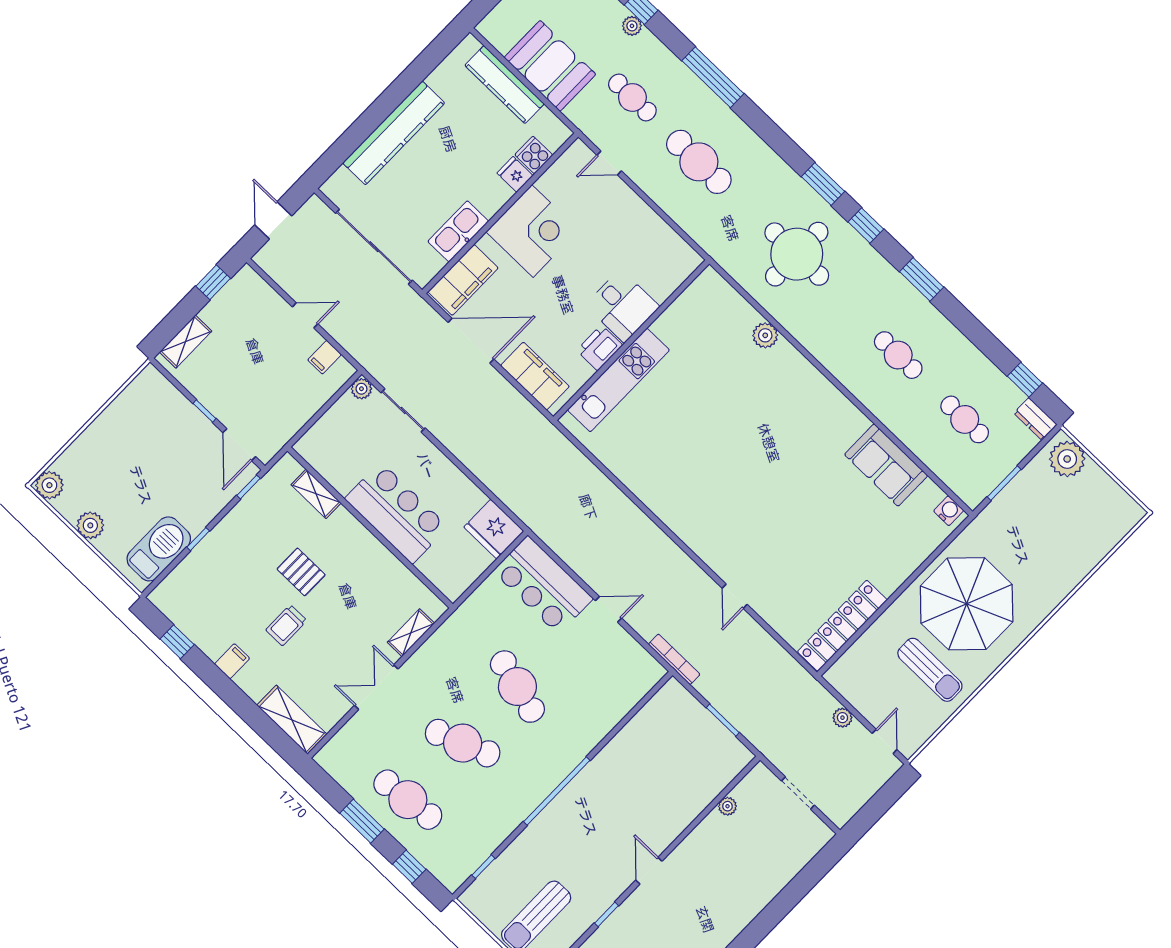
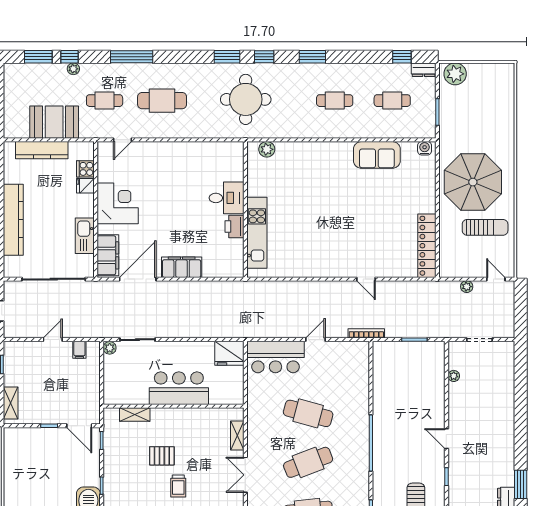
desk: (622, 306) -> (227, 198), moved
wall: (631, 340) -> (245, 209), moved
printer: (600, 348) -> (234, 227), moved
kitchen unit: (618, 380) -> (257, 233), moved

